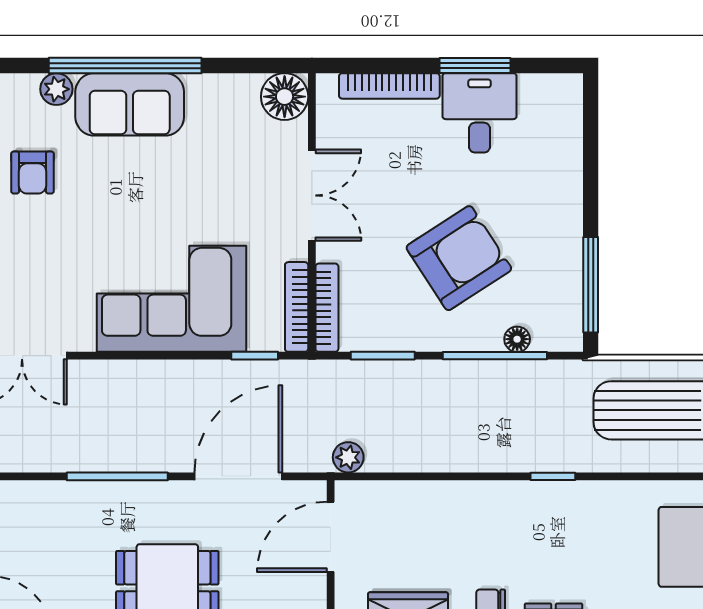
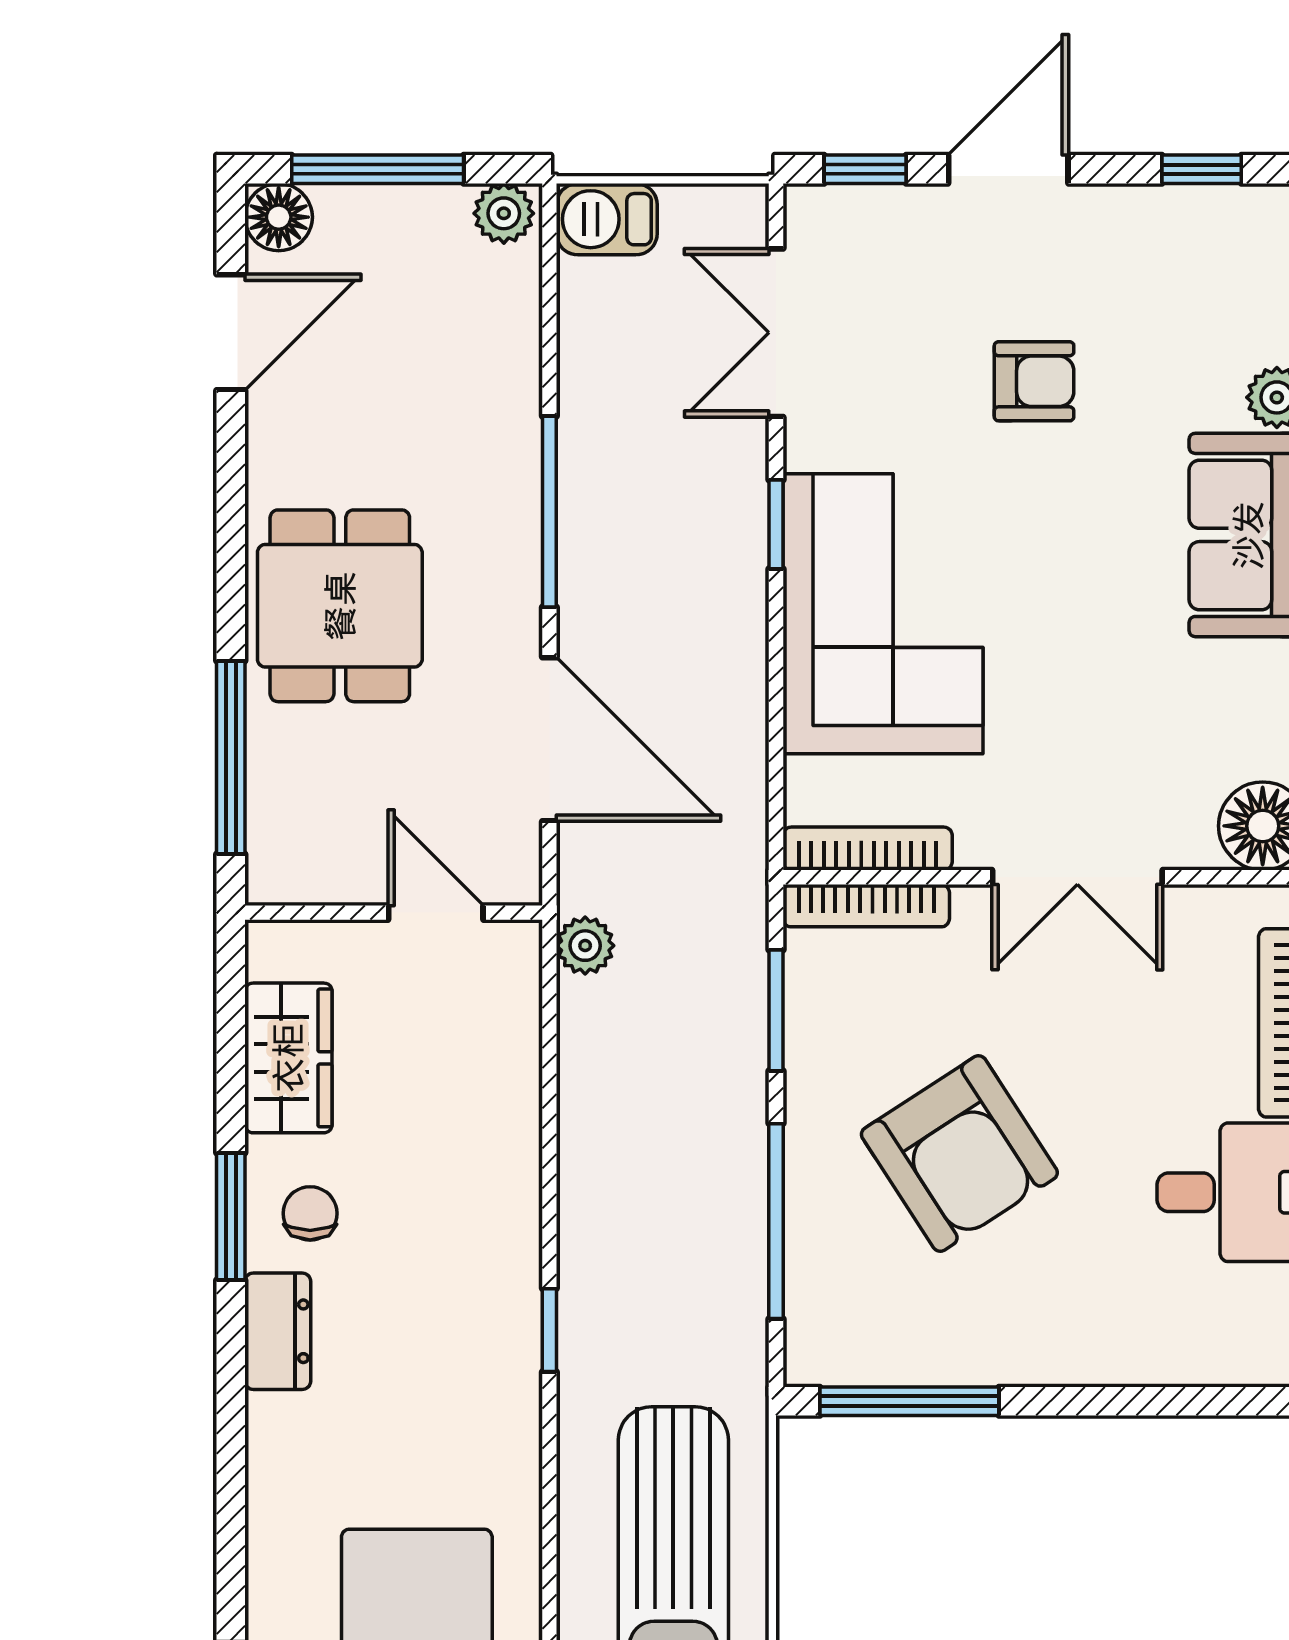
armchair: (32, 173) -> (1034, 381), moved, turned 180
floor lamp: (517, 339) -> (807, 1263), removed
window: (255, 356) -> (776, 524), moved
door: (331, 537) -> (436, 913), width x0.73

